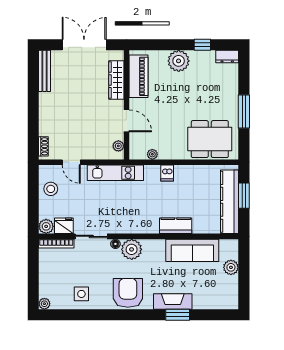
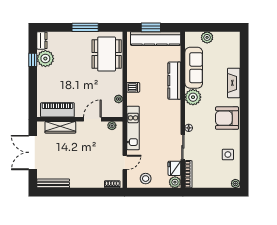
plant: (179, 61) -> (45, 59), moved
kitchen counter: (176, 226) -> (174, 81), width x1.50
plant: (132, 249) -> (193, 97), moved
window: (178, 315) -> (244, 79), removed

